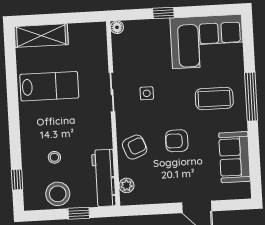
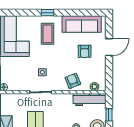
window: (251, 97) -> (48, 13), width x0.46
armchair: (177, 141) -> (85, 51), moved
sofa: (235, 157) -> (82, 24), width x1.36

